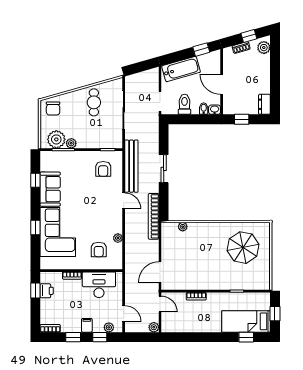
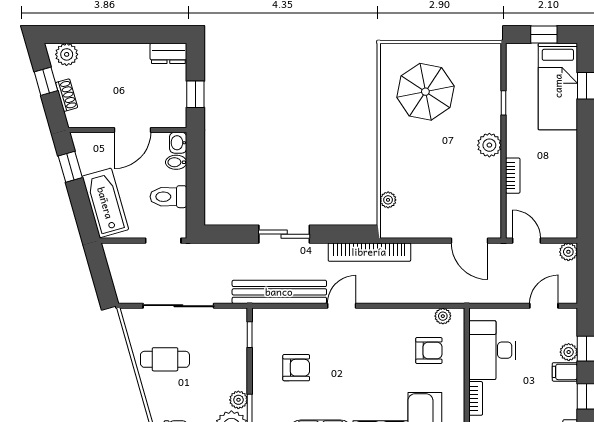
armchair: (103, 169) -> (296, 368), moved
plant: (118, 238) -> (443, 316), moved
plant: (213, 283) -> (489, 145), added
door: (160, 304) -> (527, 241), hinge flipped
plant: (109, 327) -> (569, 352), moved

